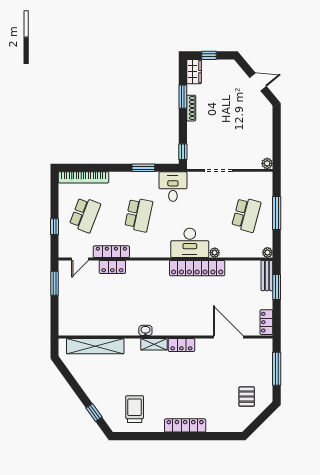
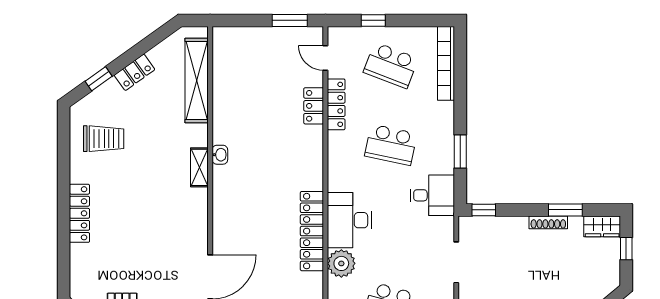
plant: (215, 253) -> (341, 263), width x1.88, depth x1.88
locker: (181, 345) -> (134, 72), moved, turned -126

